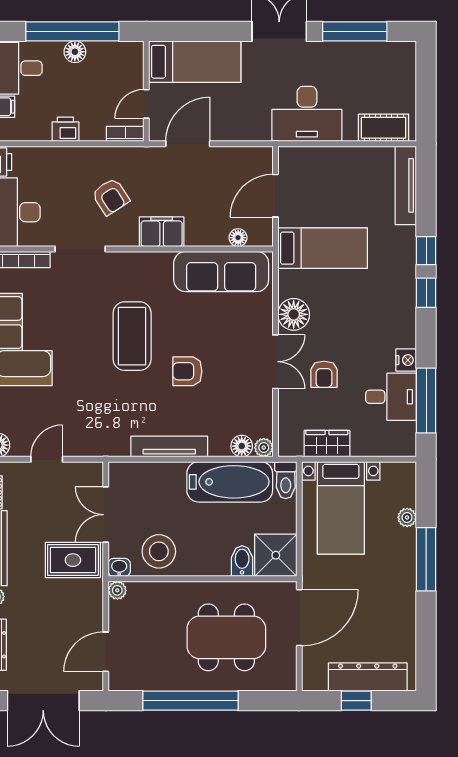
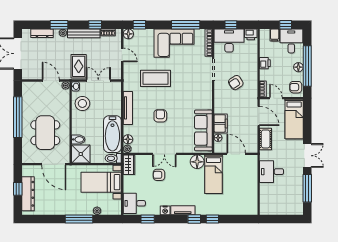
armchair: (121, 58) -> (296, 87), added
desk: (307, 114) -> (272, 172), width x0.73
cot: (384, 128) -> (266, 139), moved
tv unit: (406, 185) -> (183, 210), moved, width x0.71
filing cabinet: (162, 232) -> (221, 123), moved
floor lamp: (294, 314) -> (197, 162), moved
coffee table: (132, 336) -> (155, 78), moved
desk: (391, 397) -> (134, 203), moved, turned 90
window: (426, 400) -> (148, 219), width x0.46
wardrobe: (327, 444) -> (129, 165), moved
door: (106, 652) -> (51, 80), moved

